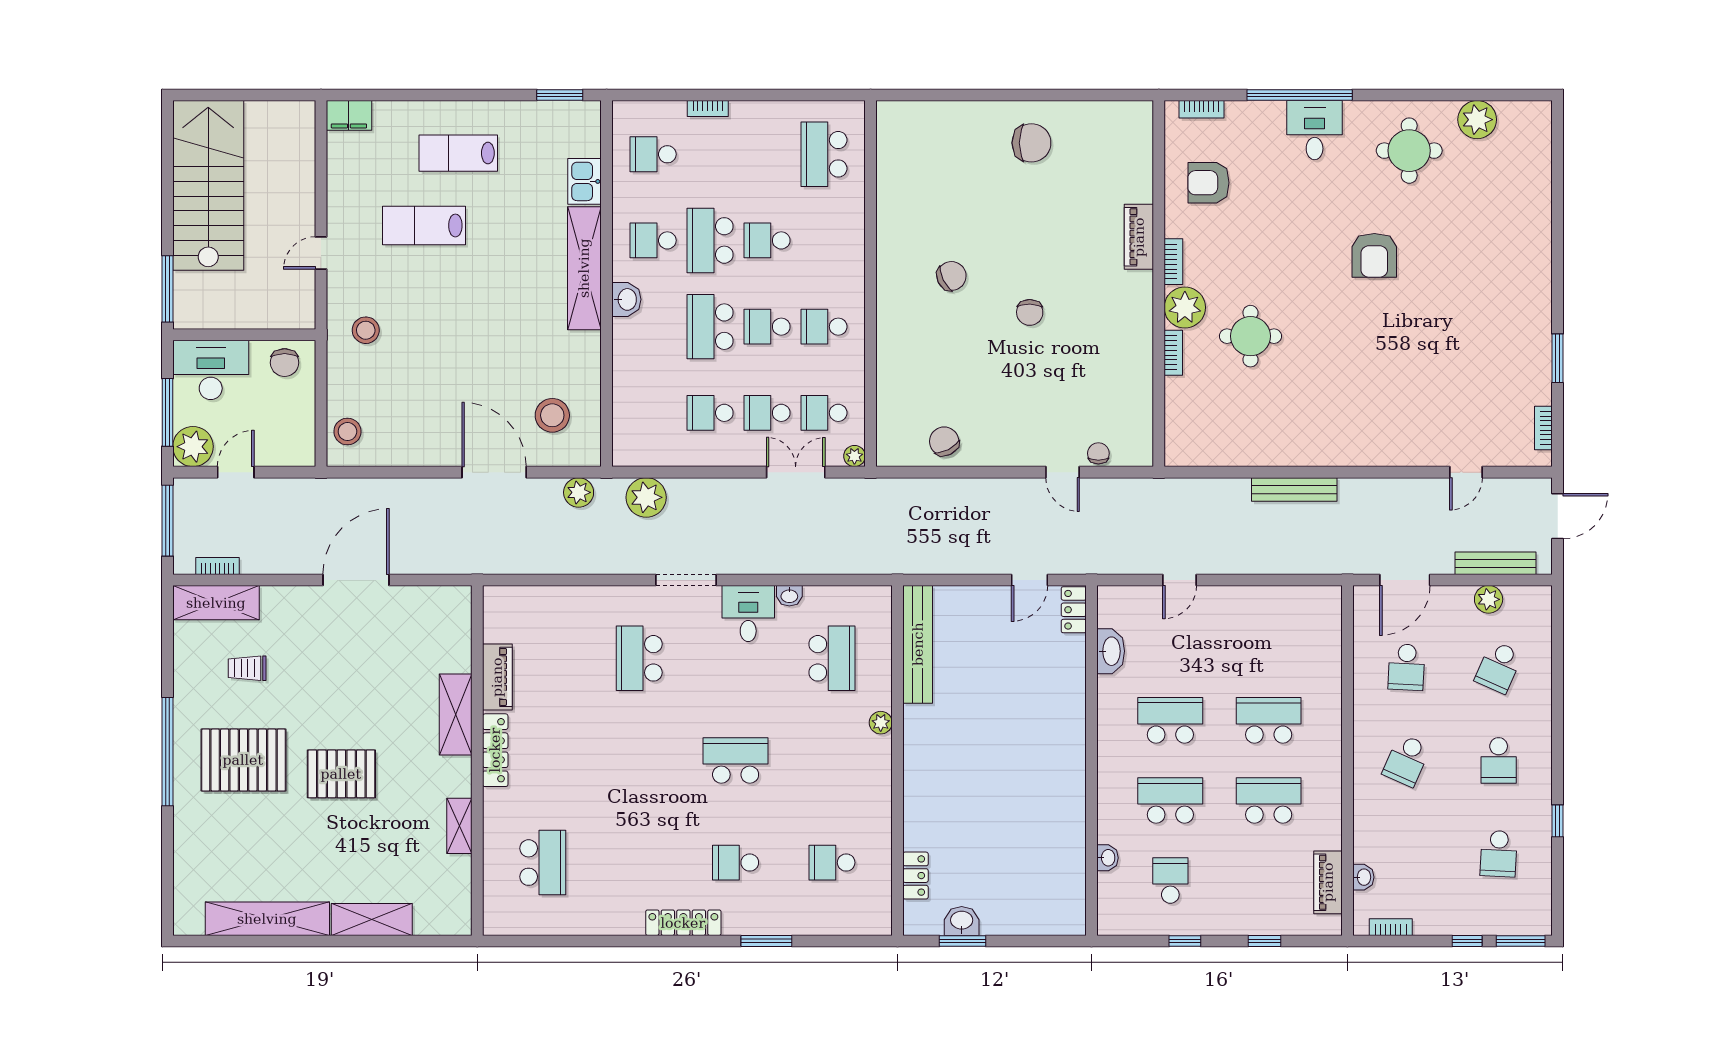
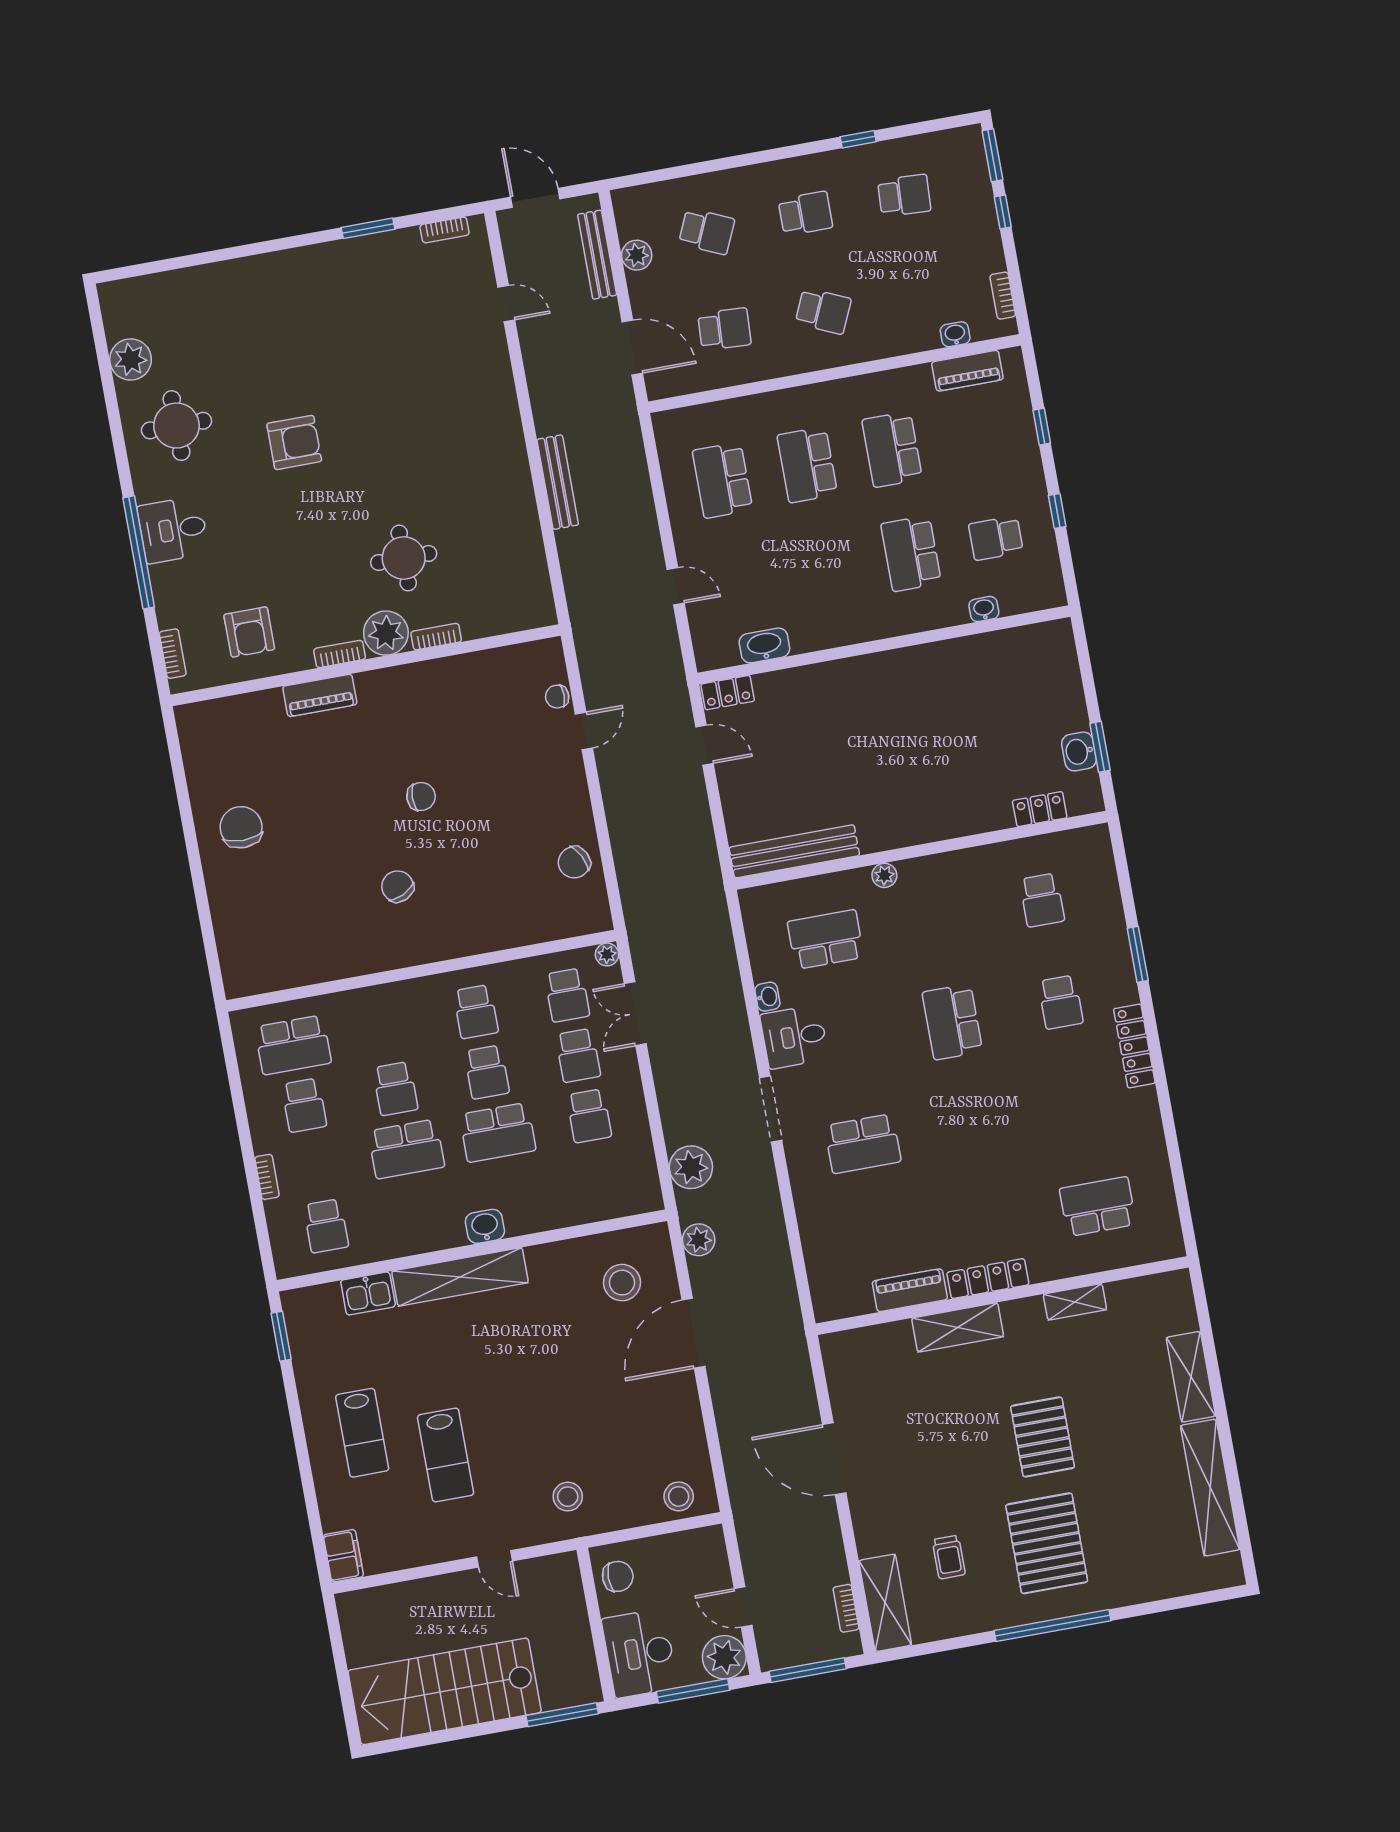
school desk: (653, 240) -> (304, 1105), moved
school desk: (1170, 720) -> (722, 480), moved

